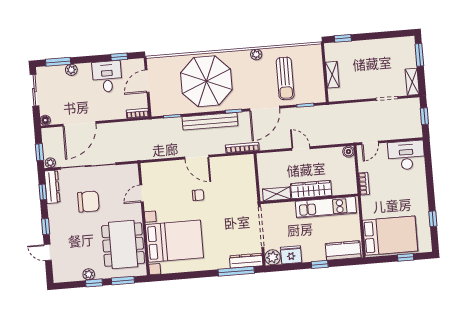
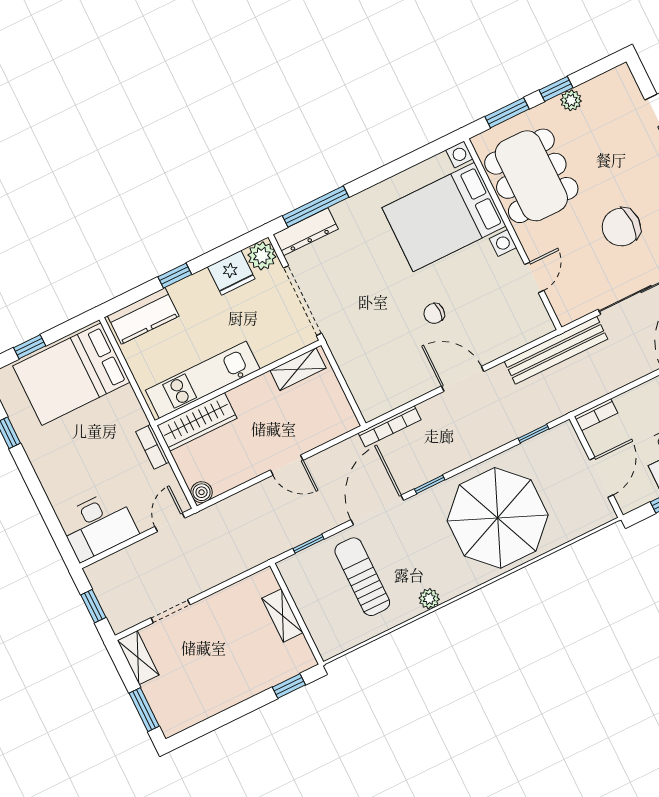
bench: (210, 121) -> (556, 350), moved
wardrobe: (311, 190) -> (197, 422), moved

